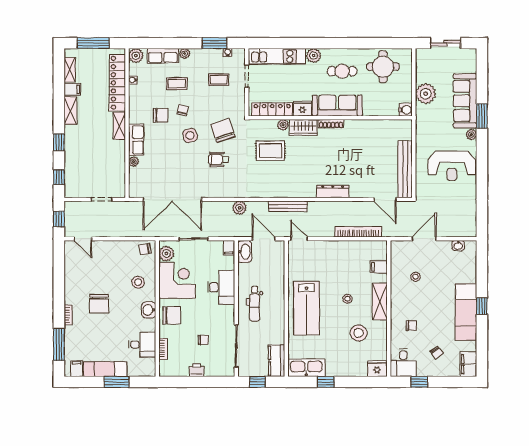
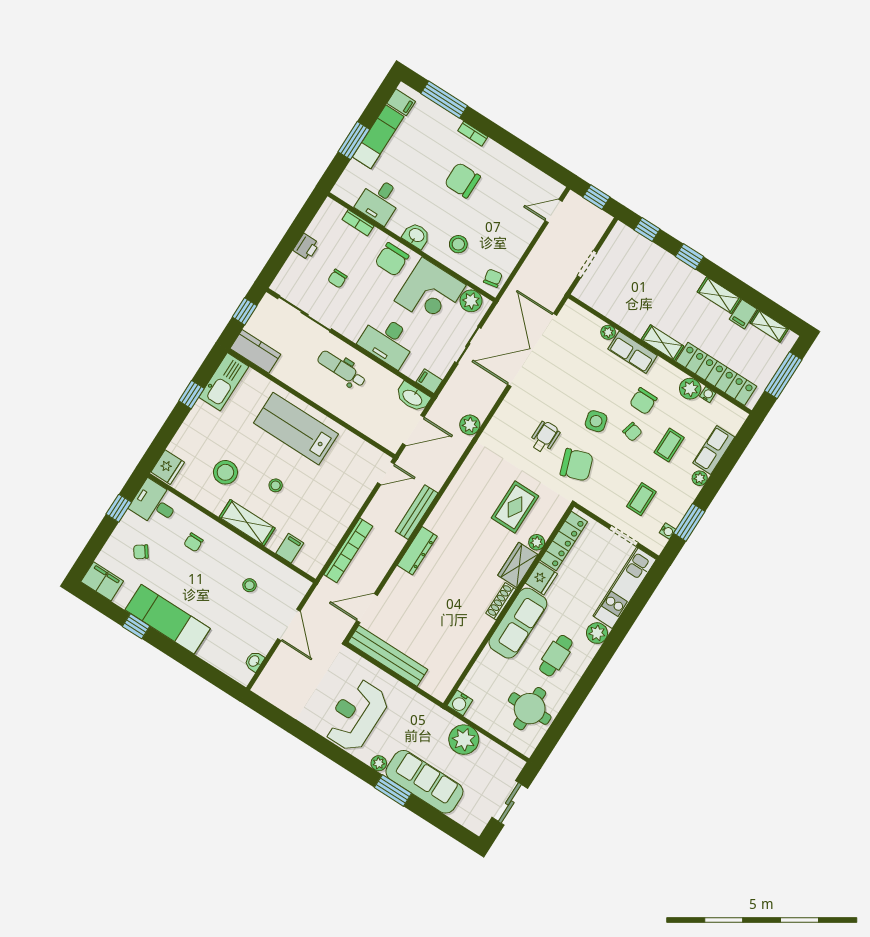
plant: (136, 56) -> (690, 389), moved
bench: (288, 206) -> (417, 512), moved
window: (482, 306) -> (136, 626), moved

